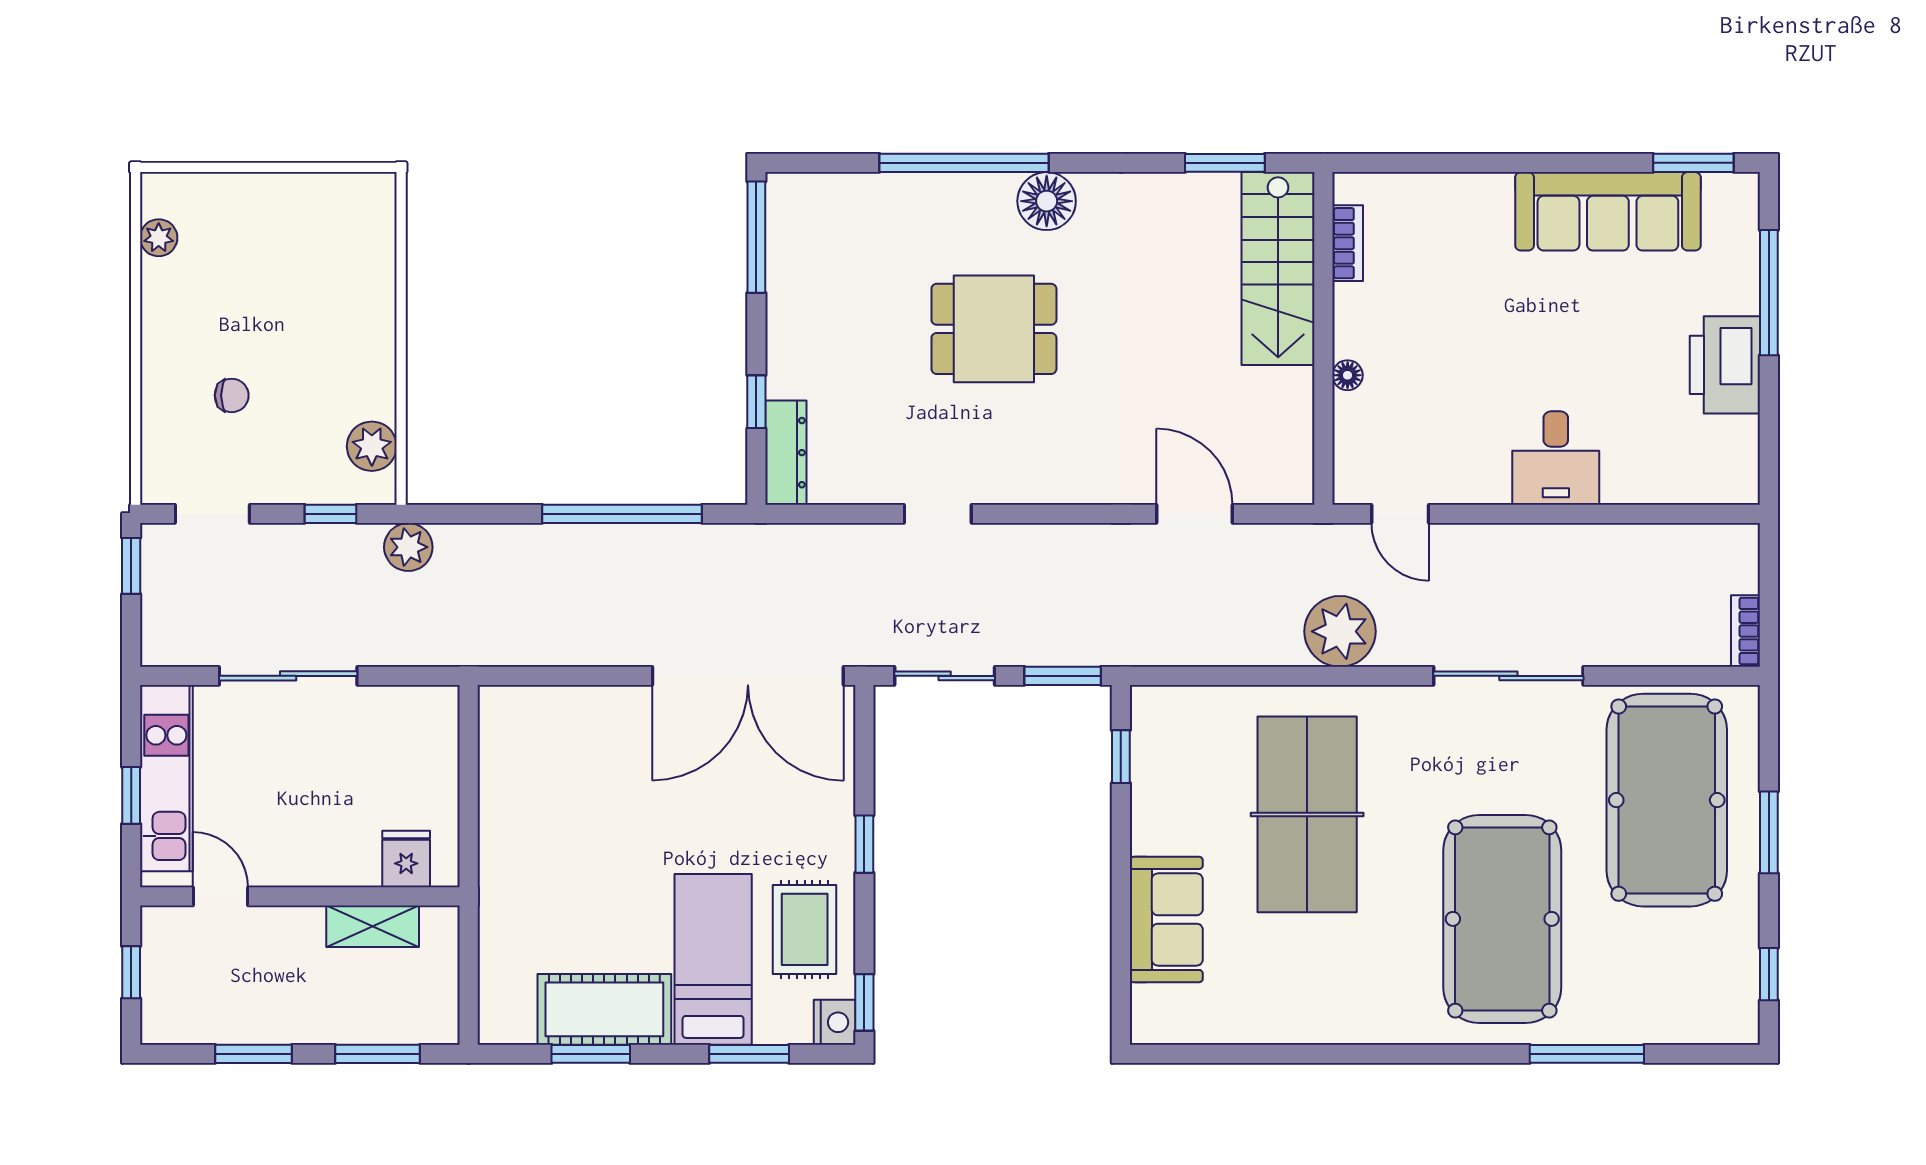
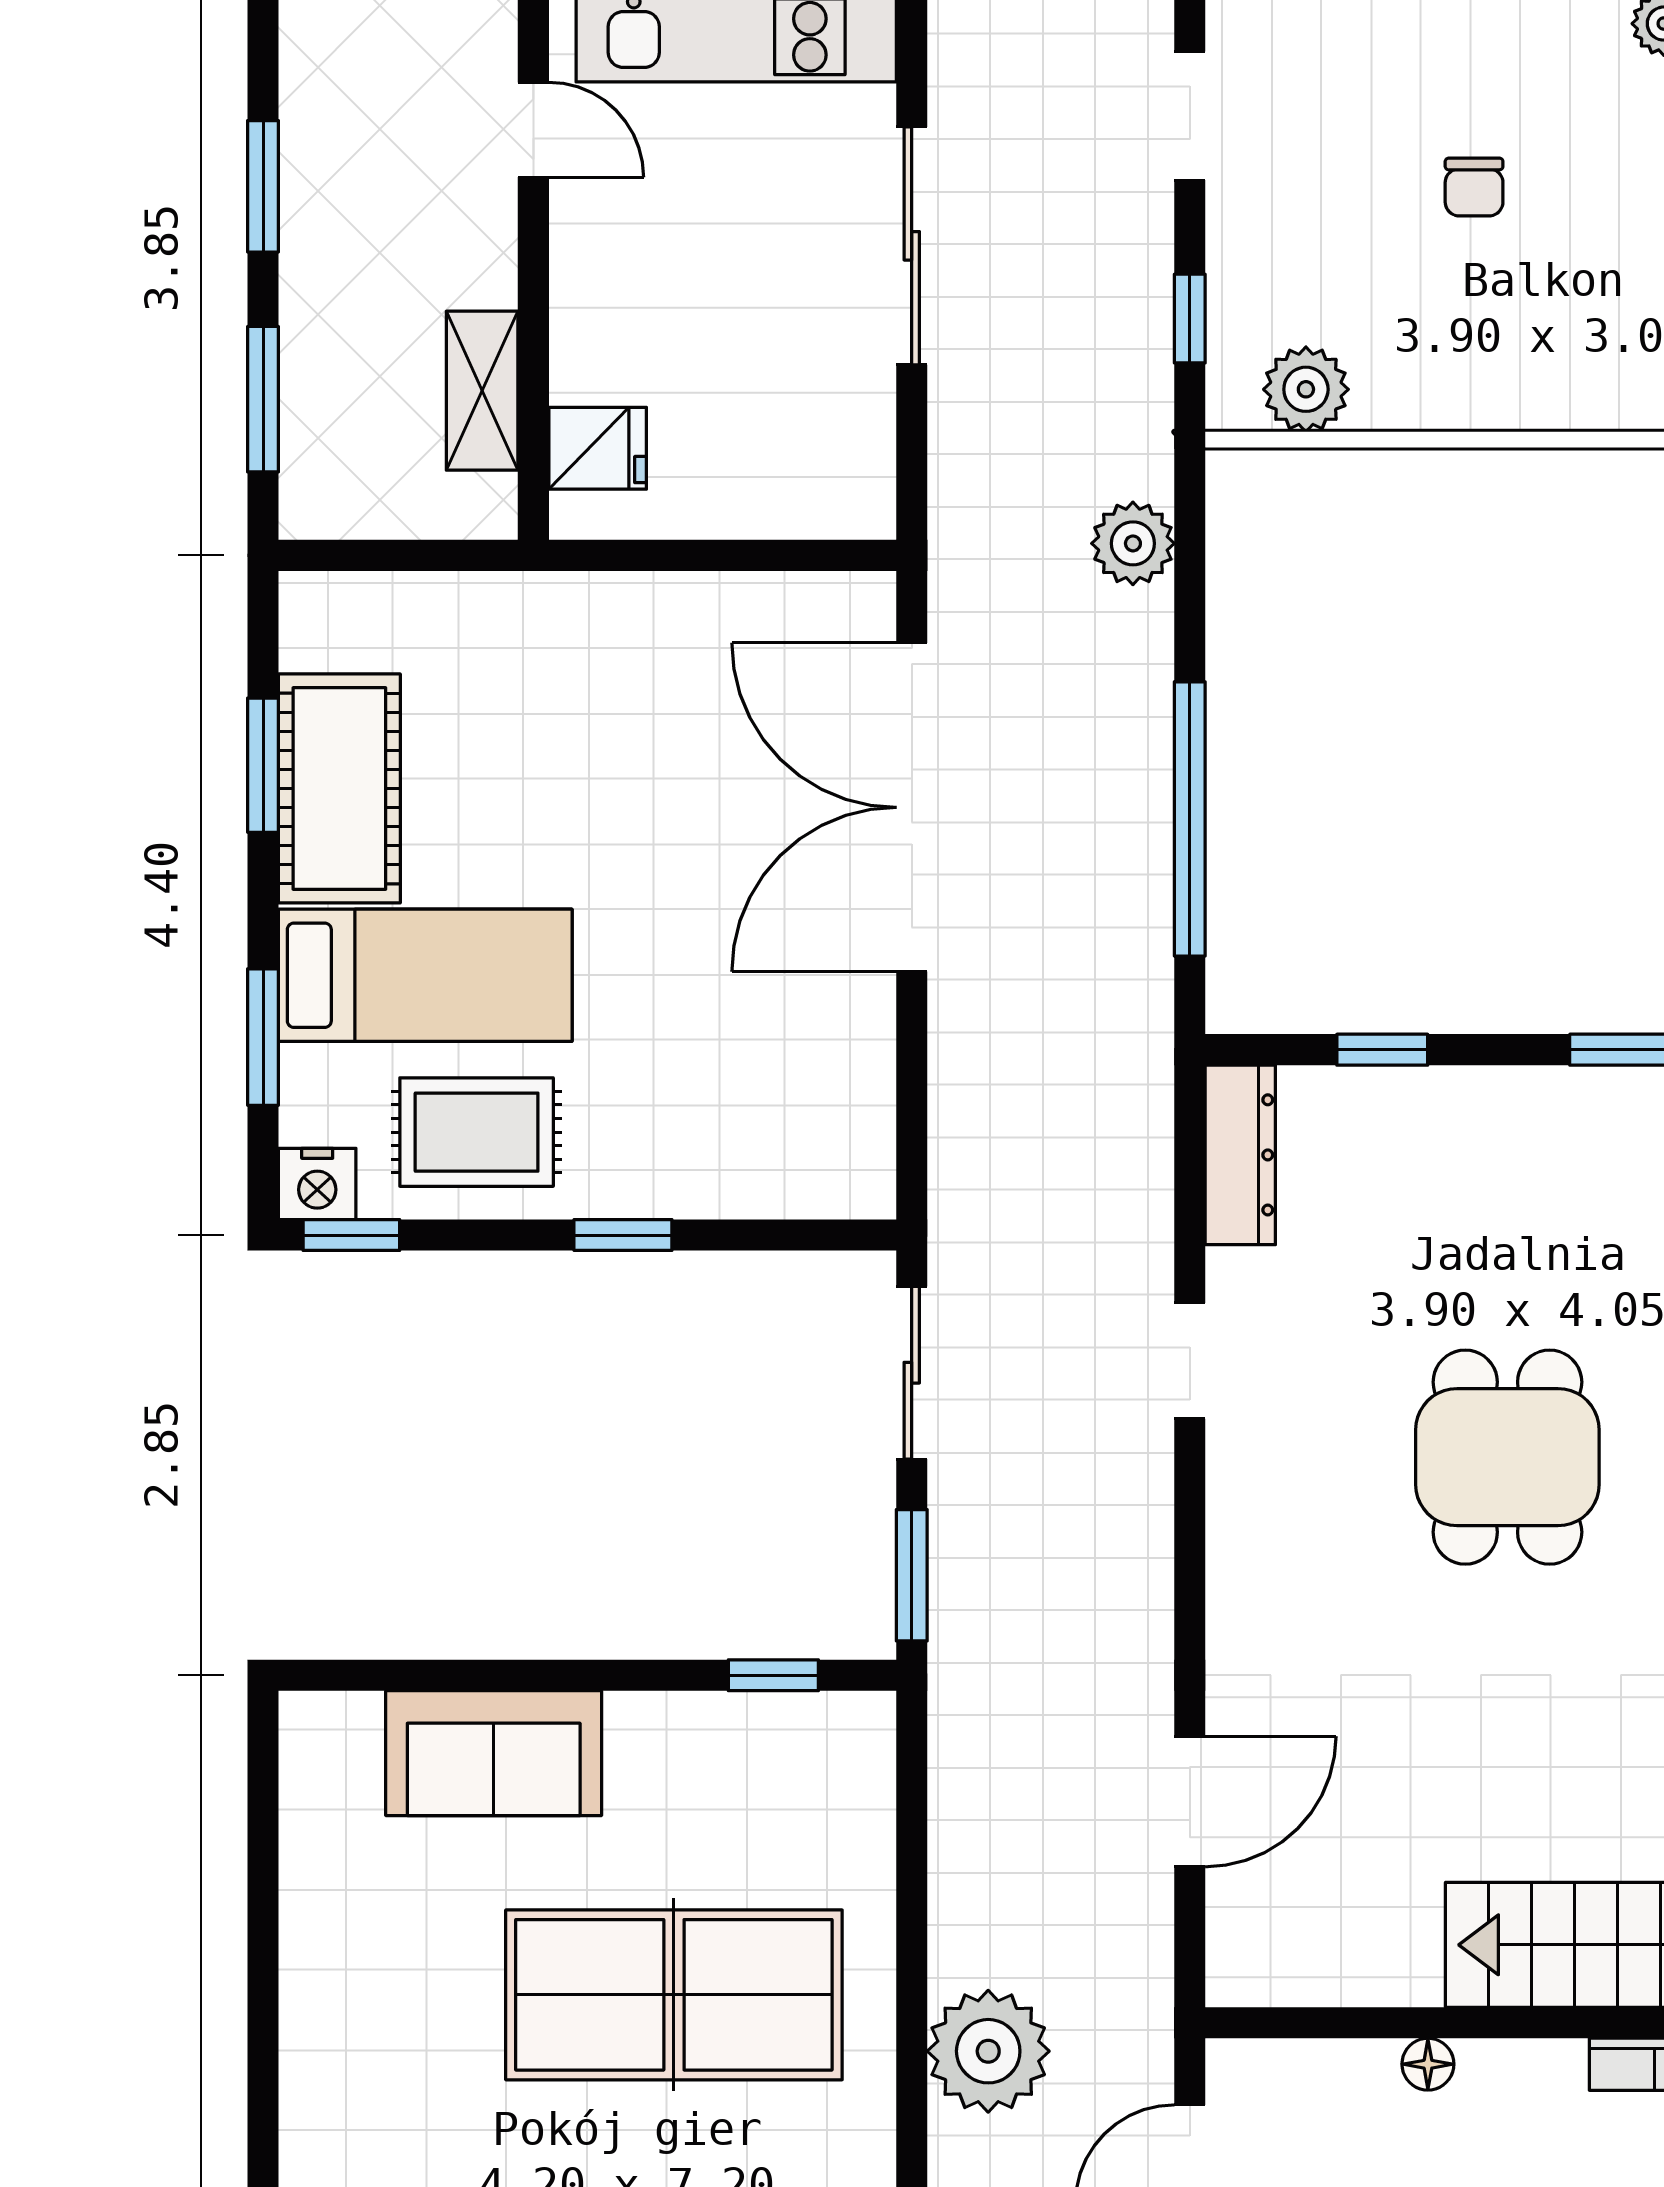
chair: (232, 395) -> (1474, 187), moved
dresser: (786, 453) -> (1240, 1155), moved, turned -90
plant: (408, 547) -> (1133, 543), moved
double door: (748, 676) -> (912, 807), moved
door: (220, 896) -> (533, 130), hinge flipped

